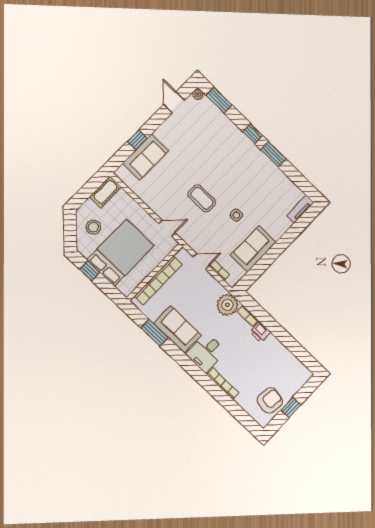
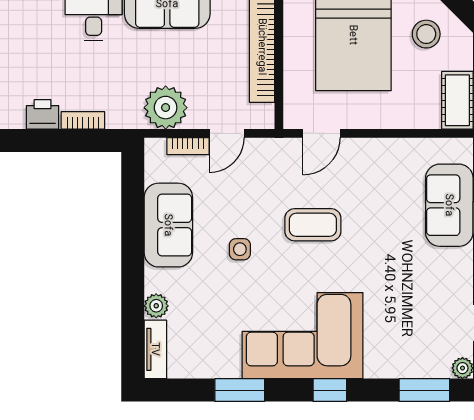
window: (273, 154) -> (240, 390), moved
corner sofa: (244, 162) -> (303, 336), added
plant: (285, 224) -> (156, 306), added
plant: (227, 305) -> (166, 108), moved

